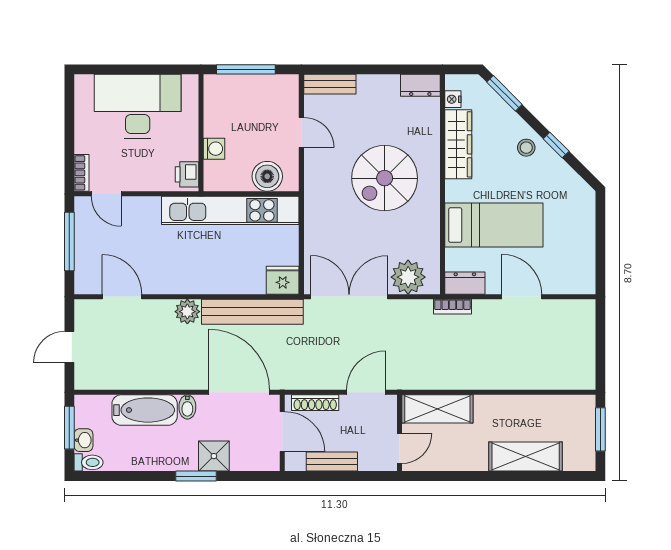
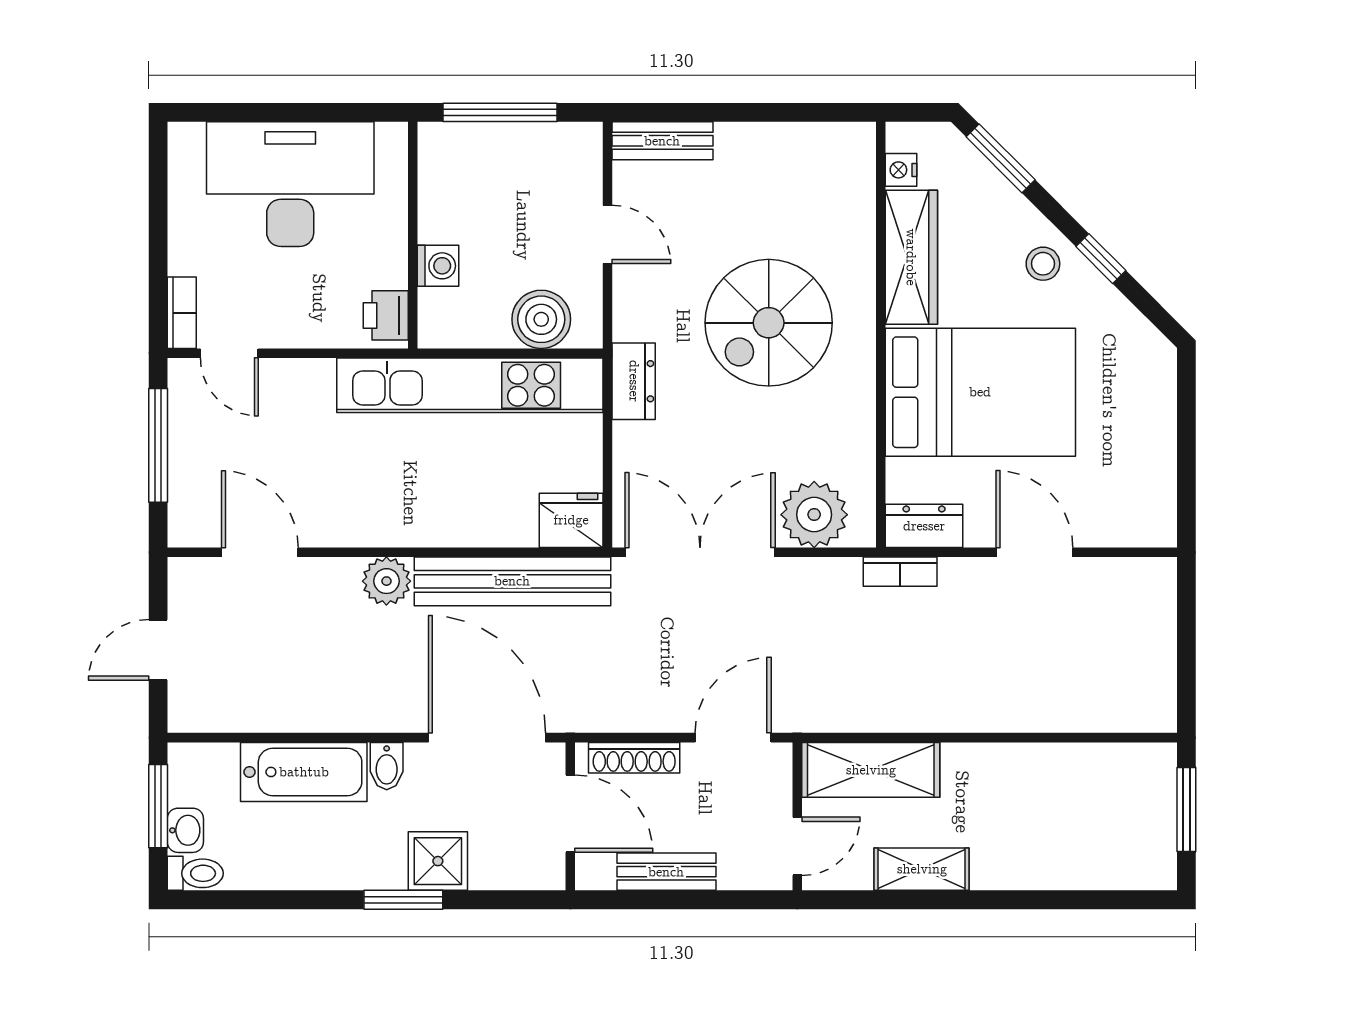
dresser: (420, 85) -> (634, 381), moved, turned -90
bed: (494, 225) -> (980, 392), width x1.50
shelving: (526, 457) -> (922, 869), moved, width x0.67, depth x0.75

